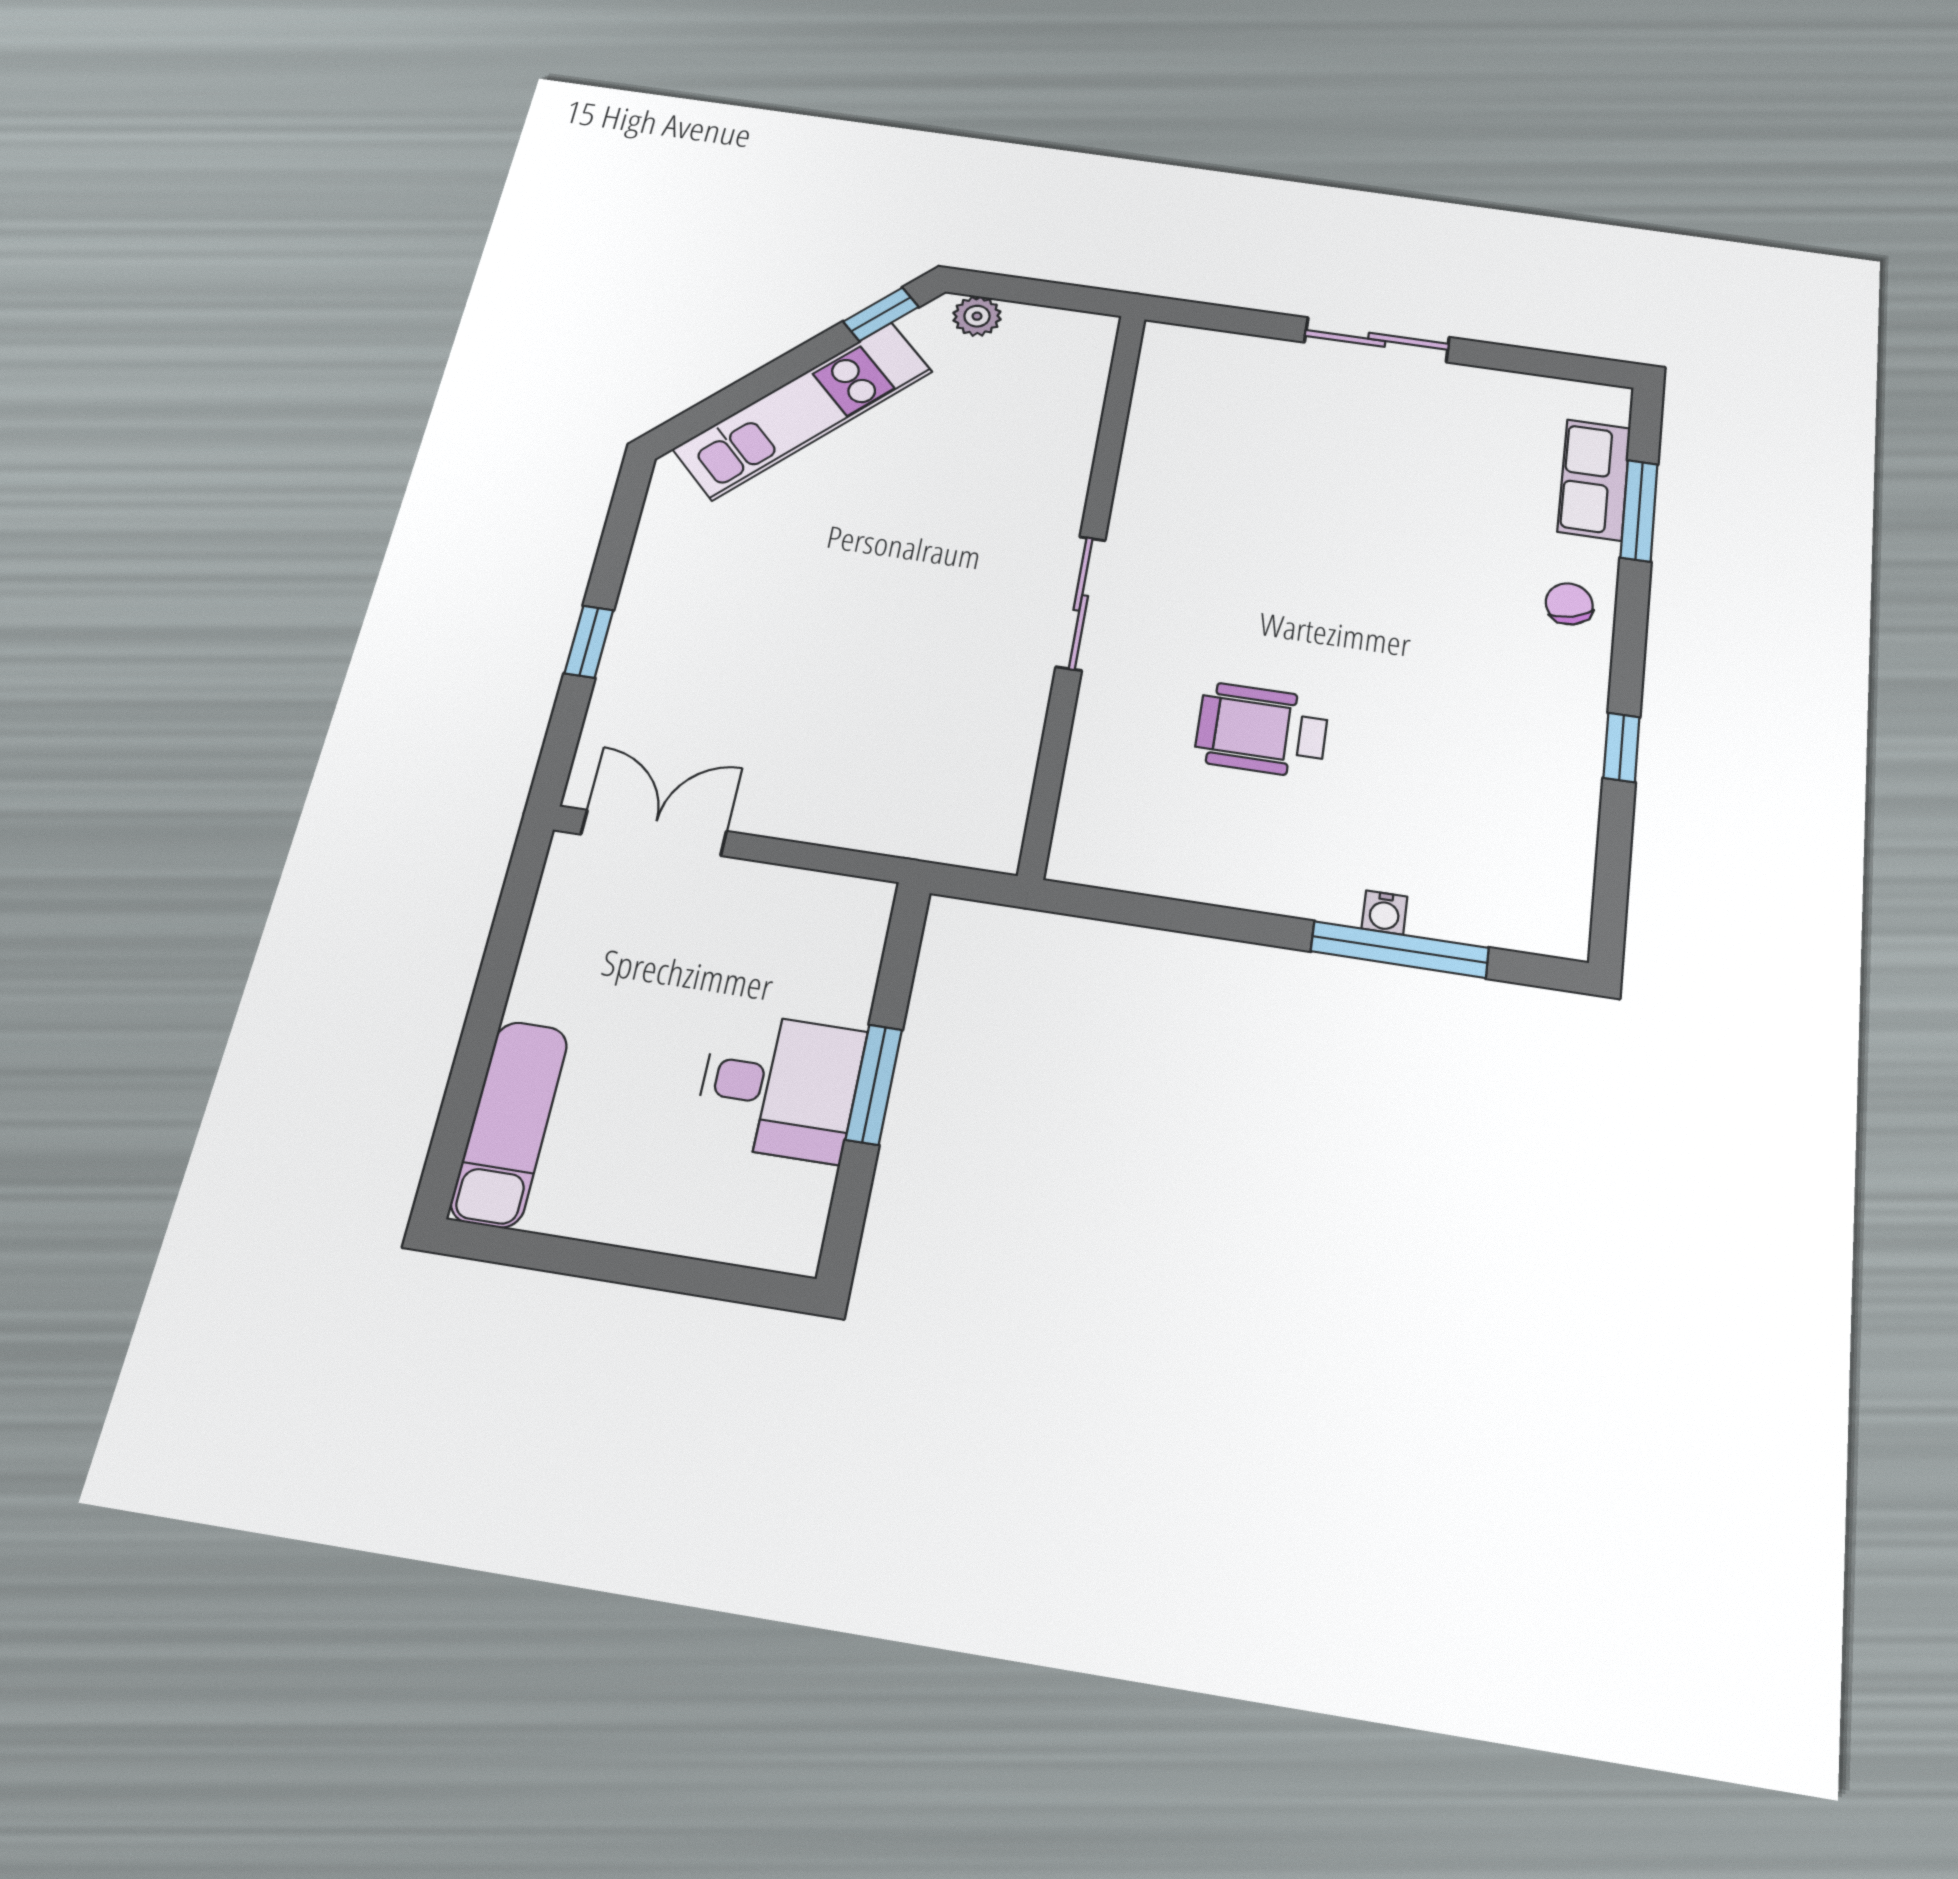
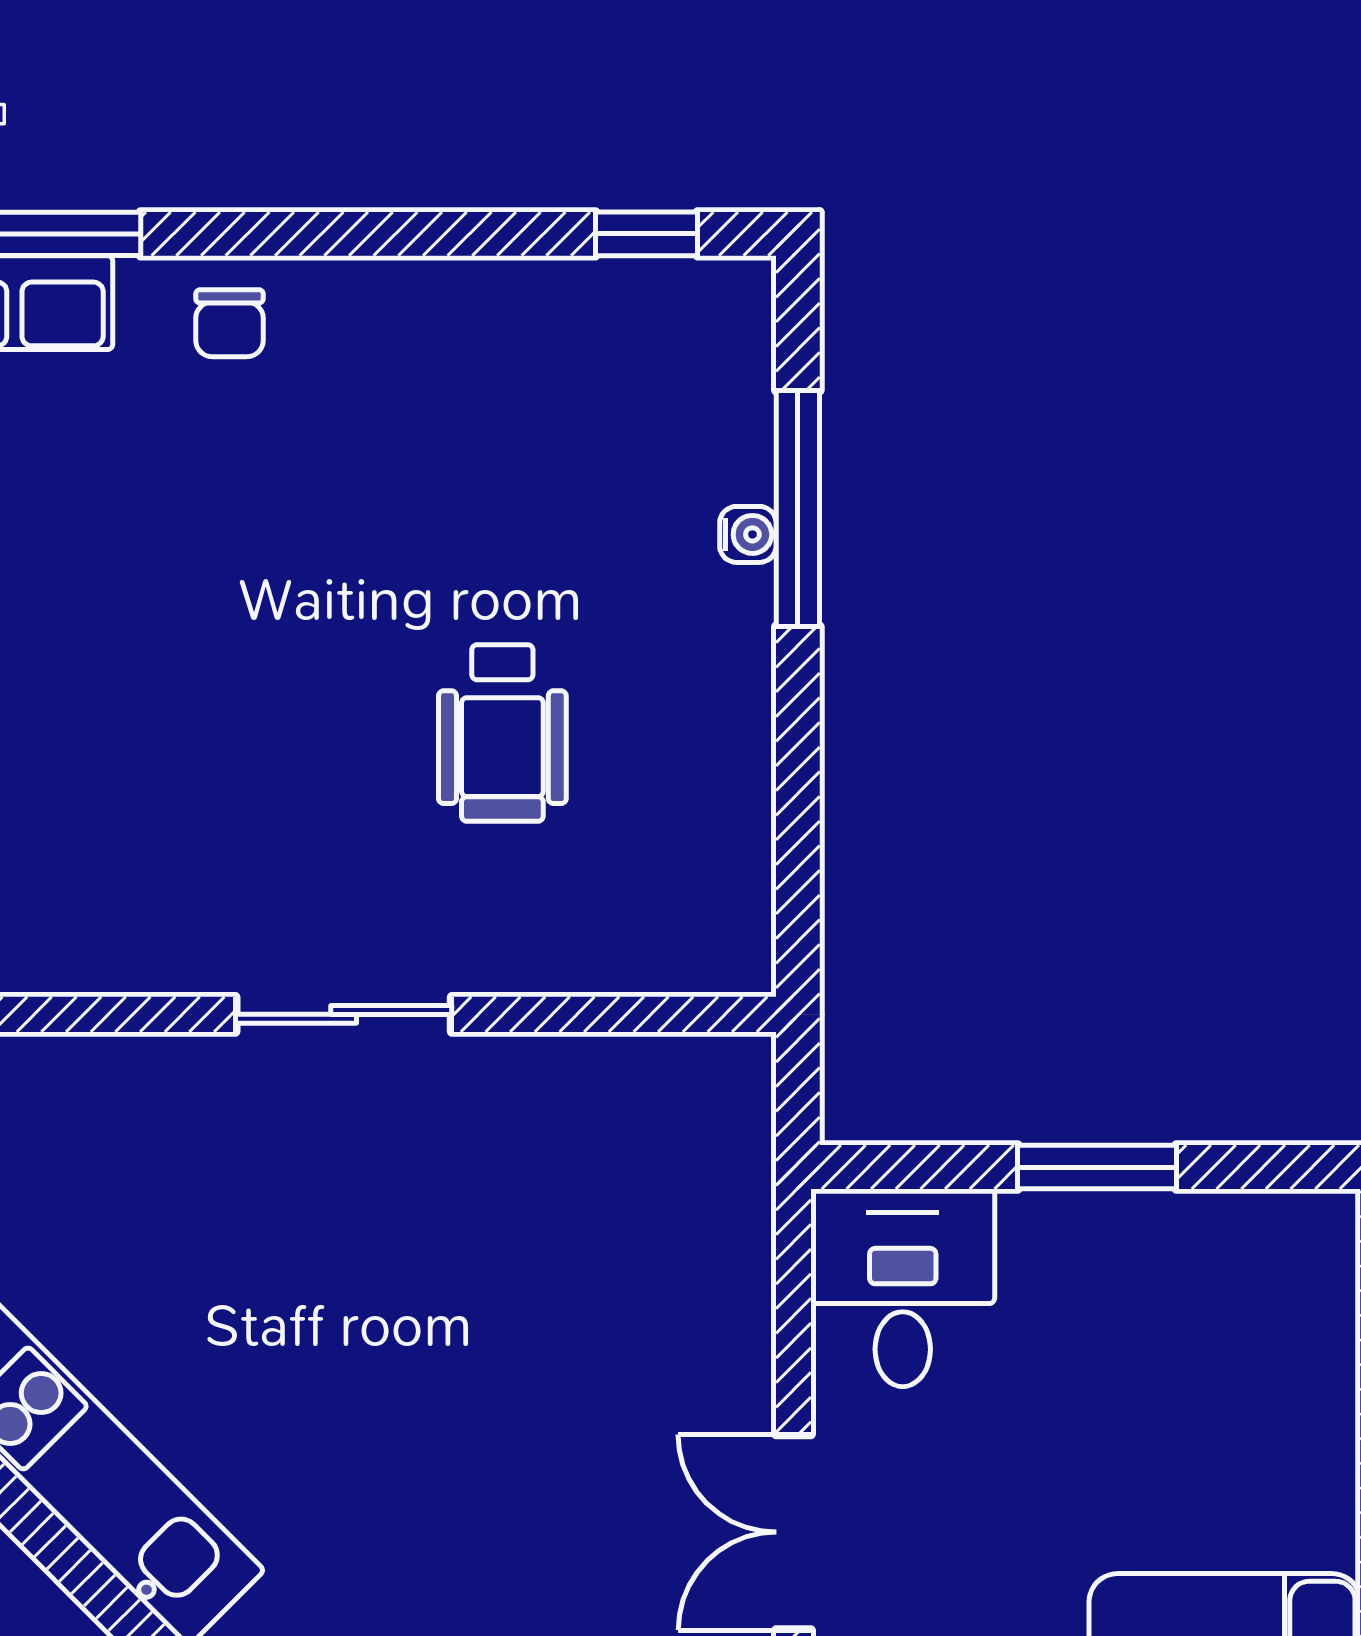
chair: (1569, 604) -> (230, 323), turned -74
window: (1622, 747) -> (646, 234), moved
desk: (780, 1086) -> (903, 1288), moved

